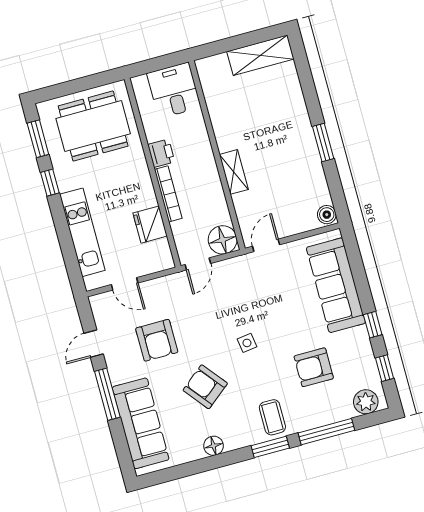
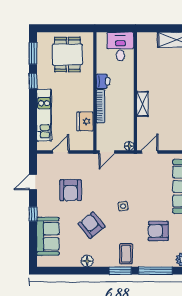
dining table: (93, 126) -> (67, 55), width x0.73
floor lamp: (223, 240) -> (129, 146), width x0.53, depth x0.53
door: (125, 284) -> (61, 152), swing flipped
window: (107, 394) -> (33, 214), width x0.46
sofa: (141, 423) -> (48, 236), width x0.73

